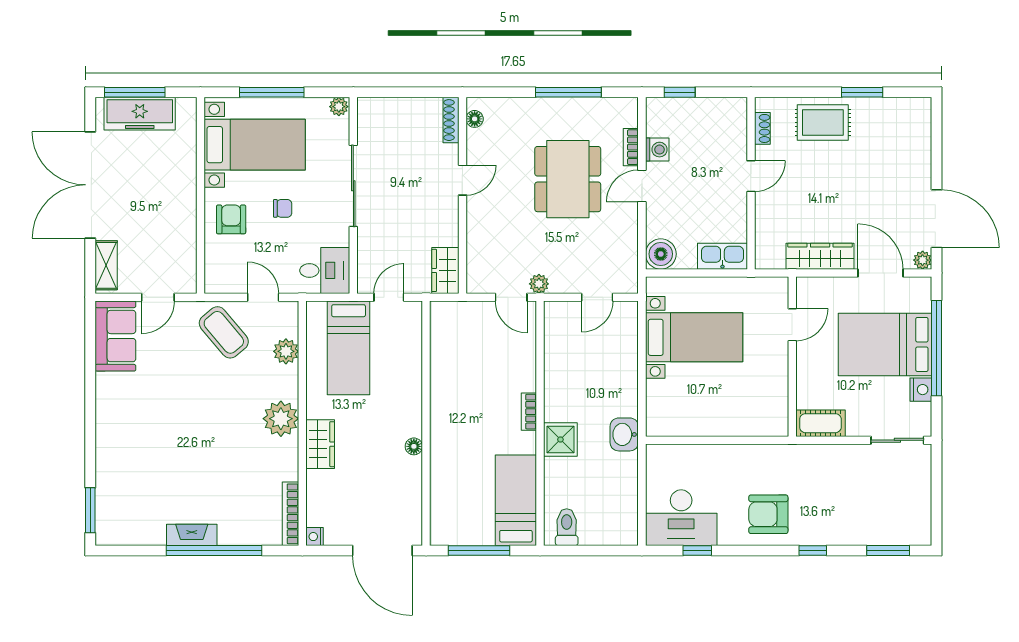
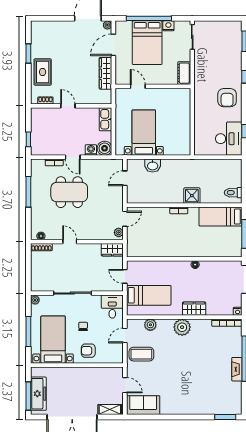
washing machine: (657, 150) -> (91, 150), moved
plant: (539, 284) -> (119, 232), moved
door: (597, 297) -> (125, 178), swing flipped
coffee table: (224, 332) -> (141, 354), turned 40
washbasin: (624, 434) -> (153, 166), moved

